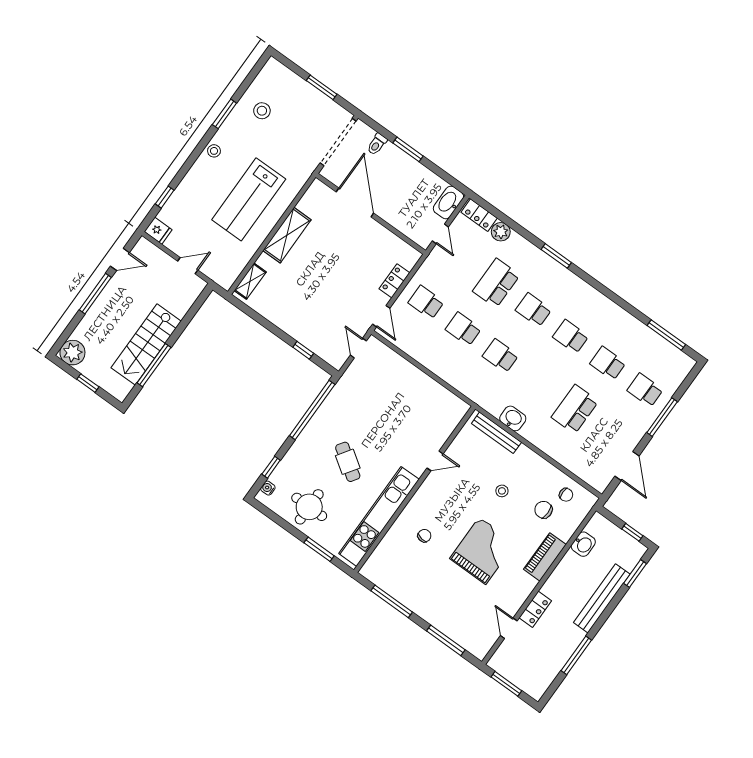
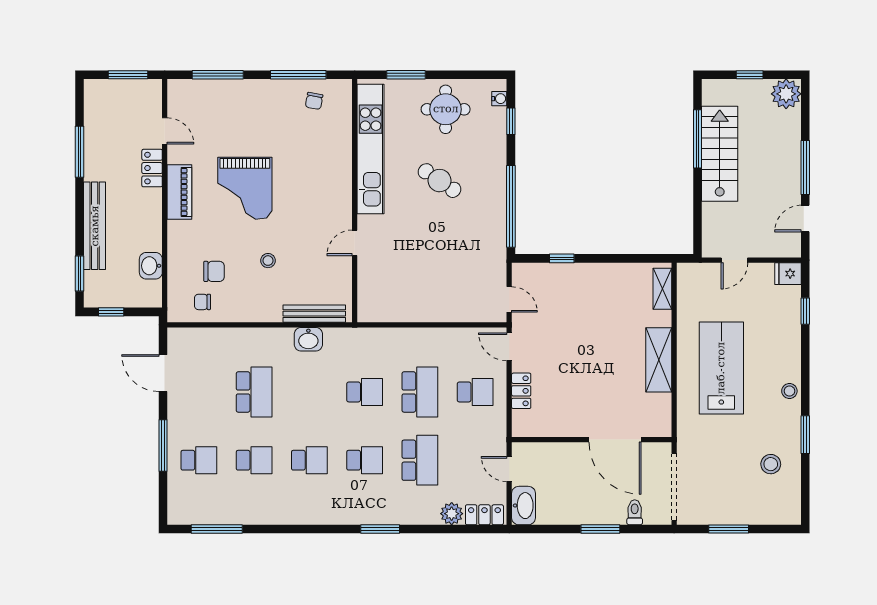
school desk: (463, 329) -> (420, 392), width x1.85
chair: (424, 536) -> (314, 101), moved
piano: (545, 557) -> (179, 192), moved

